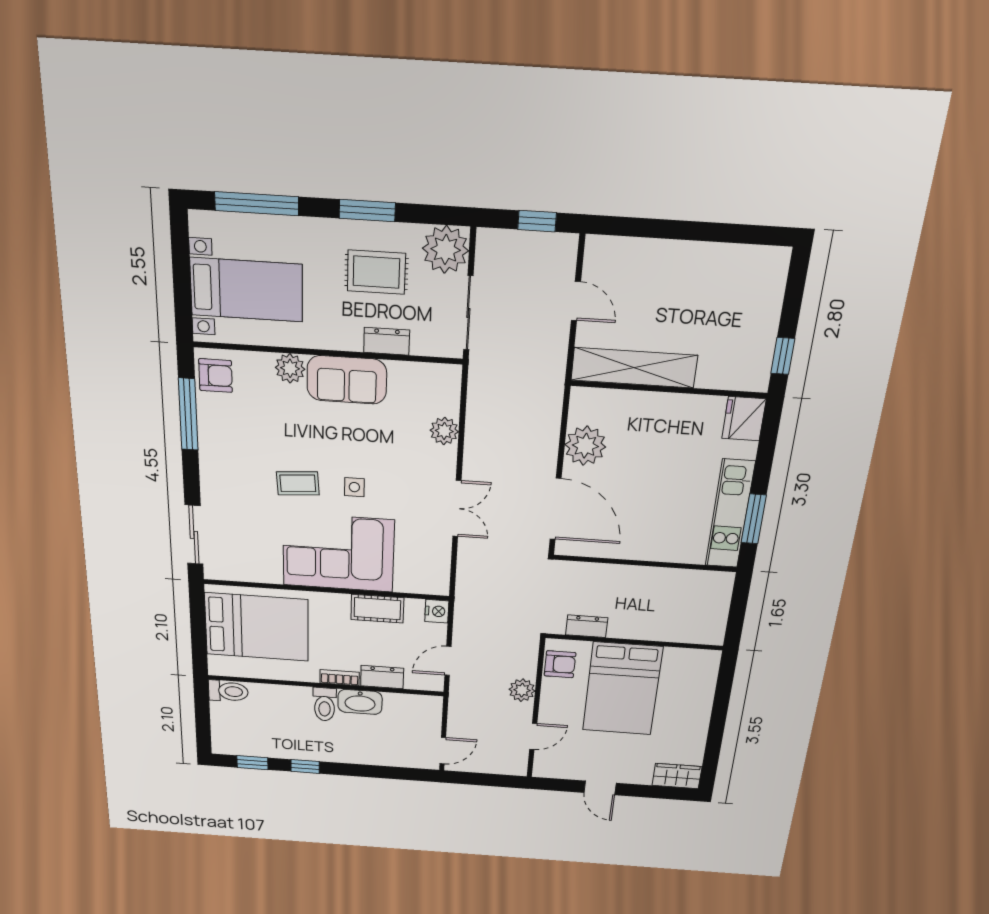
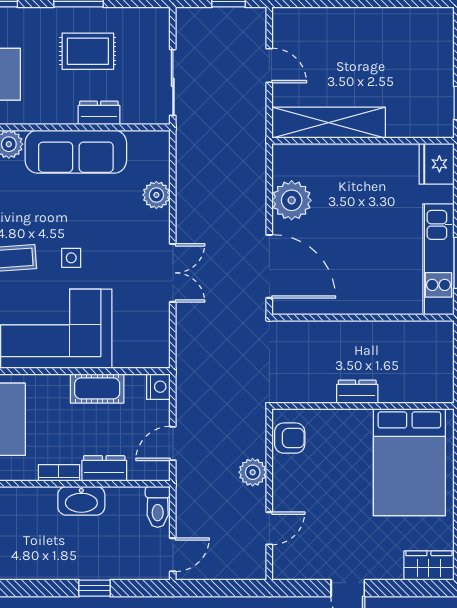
plant: (446, 249) -> (149, 28), removed
sofa: (347, 380) -> (76, 152), width x1.36
dresser: (587, 626) -> (357, 392), moved
bed: (622, 689) -> (409, 462), moved
toilet: (325, 704) -> (158, 507), moved
window: (305, 766) -> (94, 588), moved

